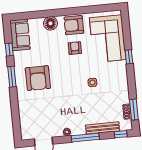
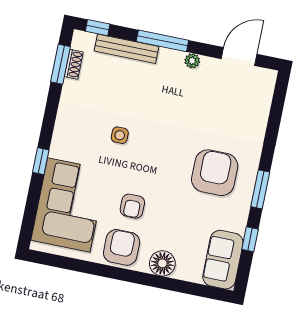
armchair: (74, 25) -> (122, 247), turned -90

